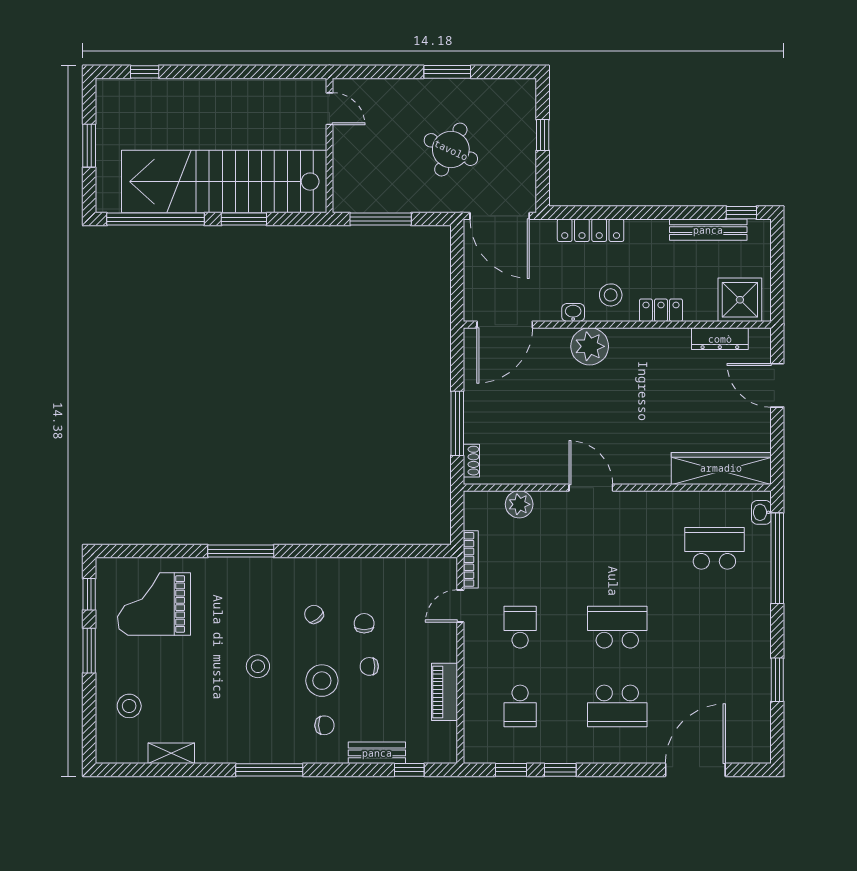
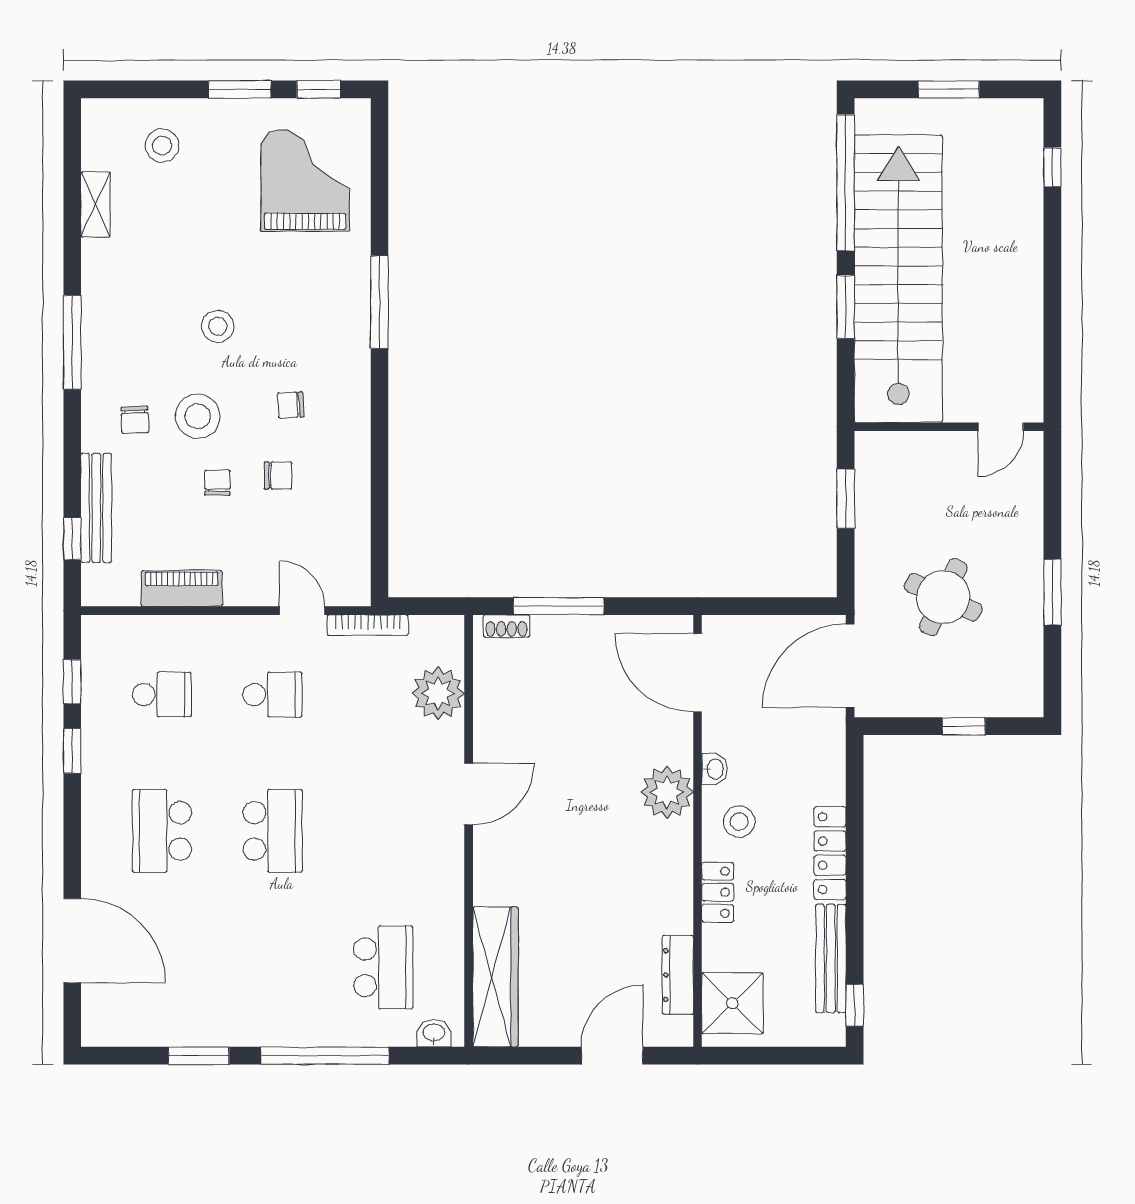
window: (381, 219) -> (846, 499), width x0.69
locker: (591, 230) -> (830, 853), moved
plant: (519, 504) -> (438, 693), width x1.36, depth x1.36
window: (777, 558) -> (325, 1056), moved
chair: (314, 614) -> (291, 405), turned -145
school desk: (520, 706) -> (162, 695), turned 180
bench: (377, 753) -> (96, 508), width x1.36

